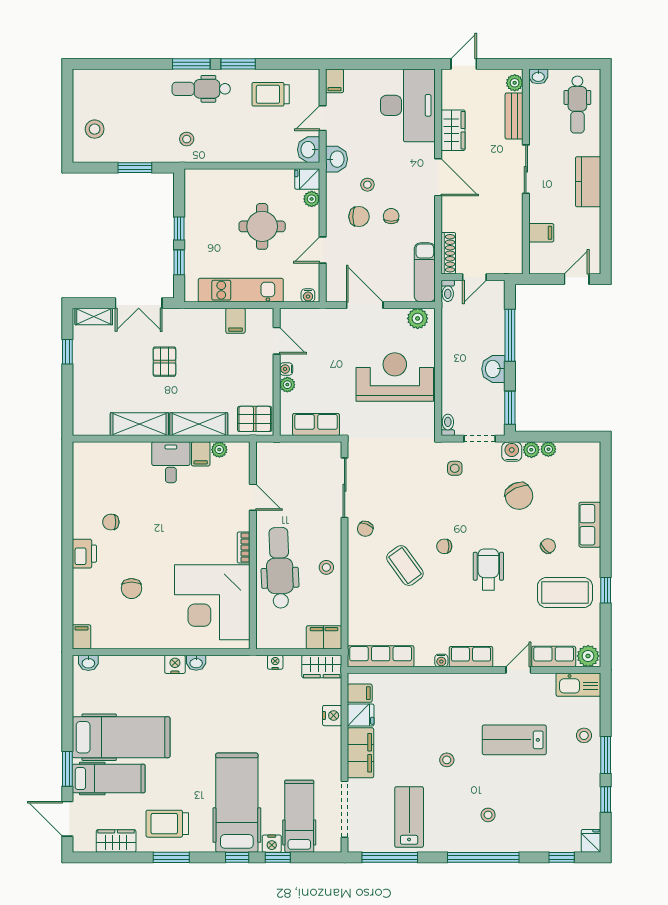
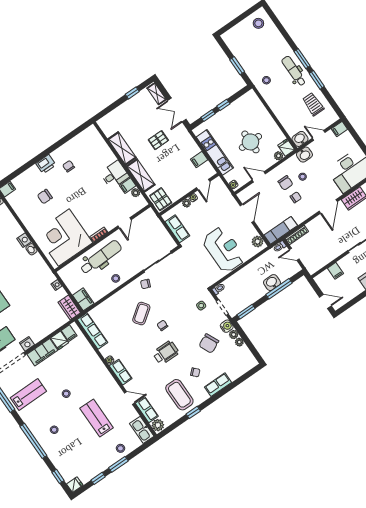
stool: (95, 129) -> (258, 23), moved
washbasin: (493, 369) -> (272, 283), moved
nightstand: (332, 716) -> (27, 344), moved

